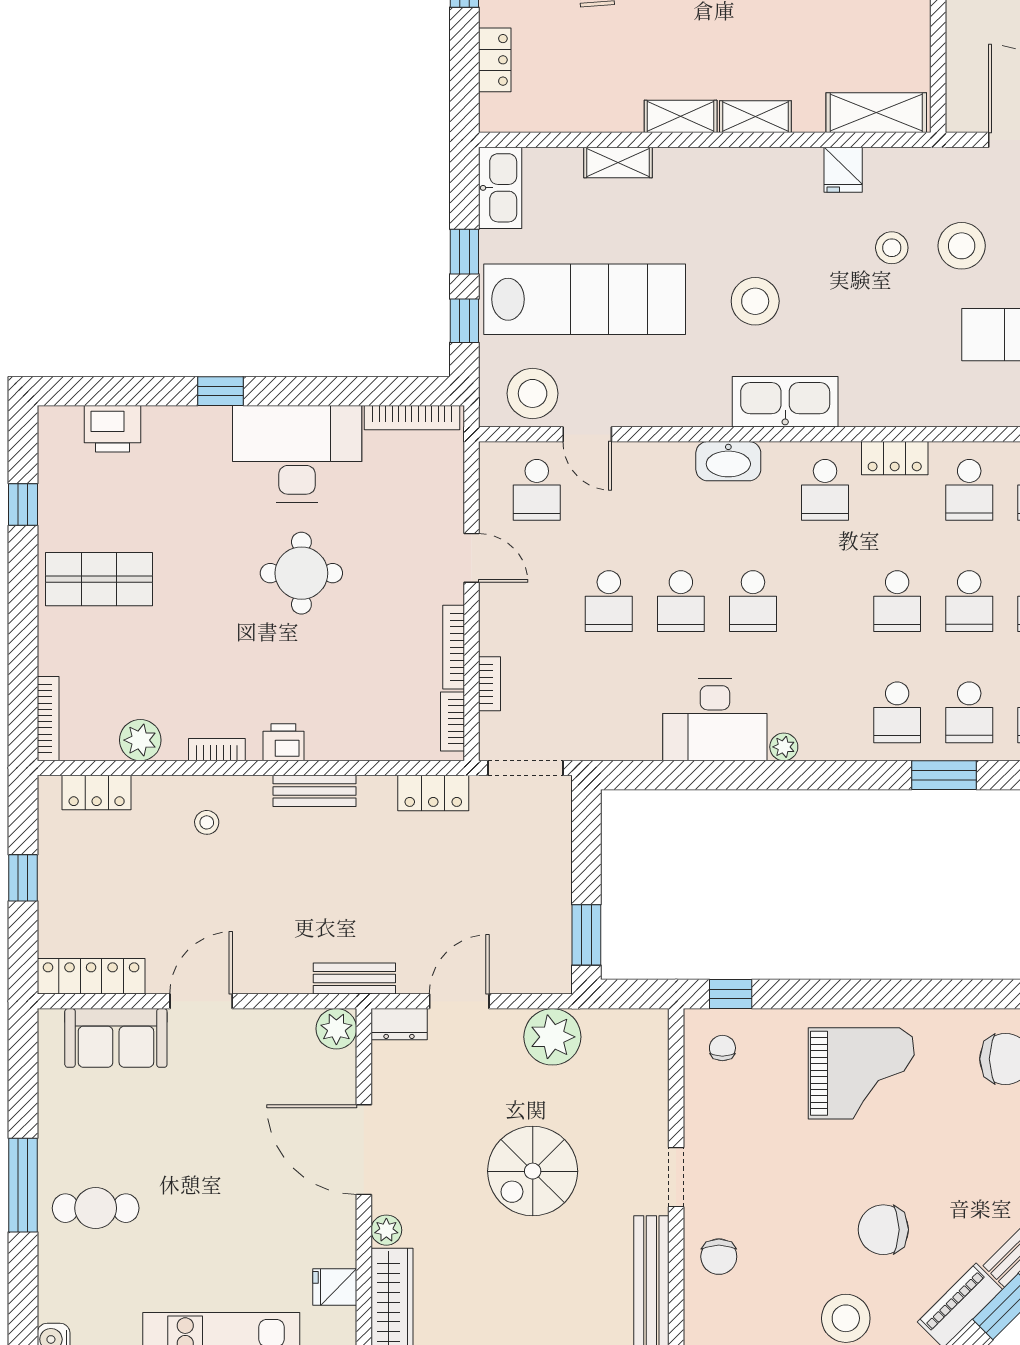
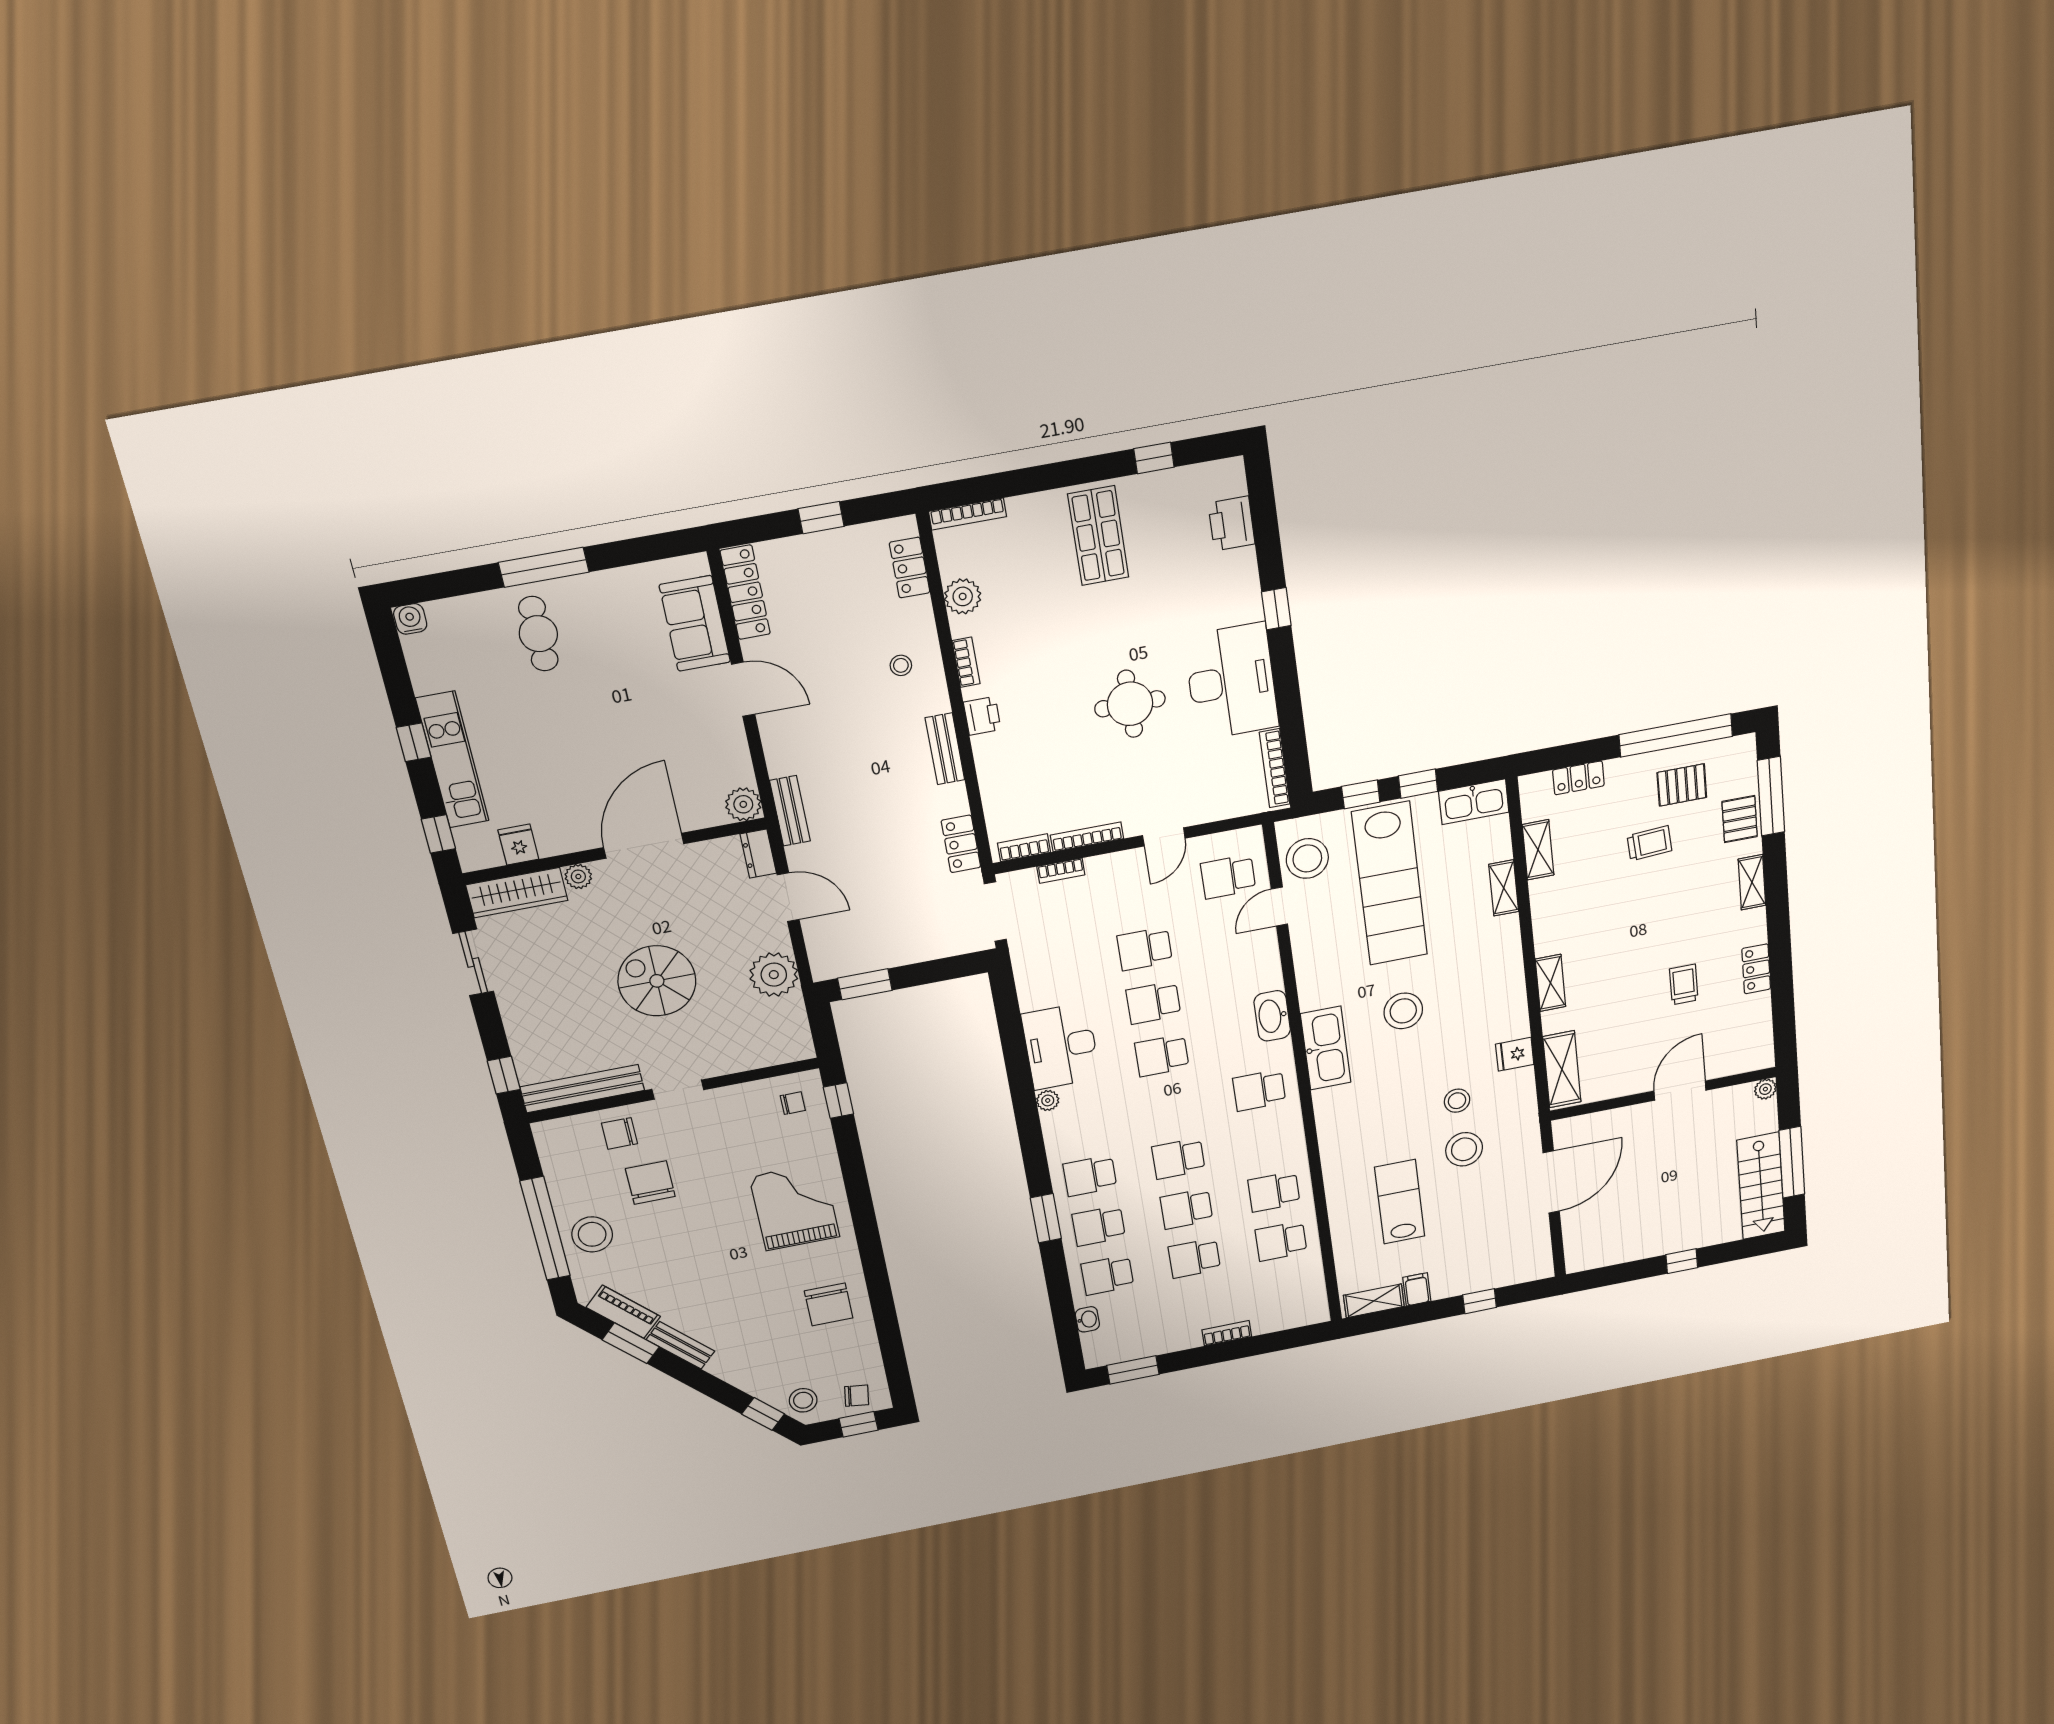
shelving: (681, 116) -> (1538, 850), moved
locker: (895, 458) -> (1291, 1135), removed
grand piano: (861, 1073) -> (795, 1207), turned 180
chair: (883, 1230) -> (650, 1183), moved

